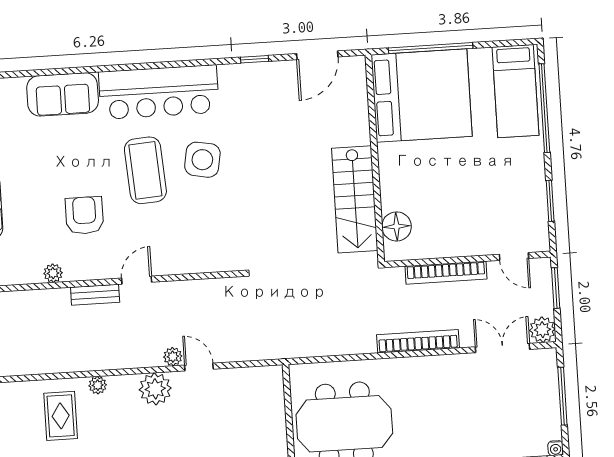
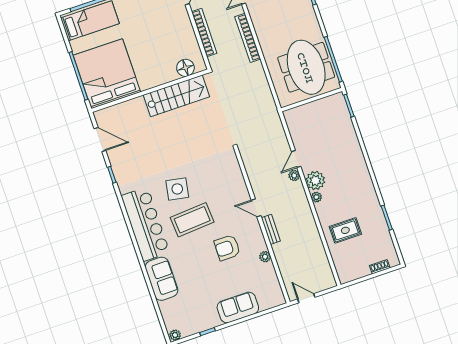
plant: (98, 385) -> (316, 197), moved

